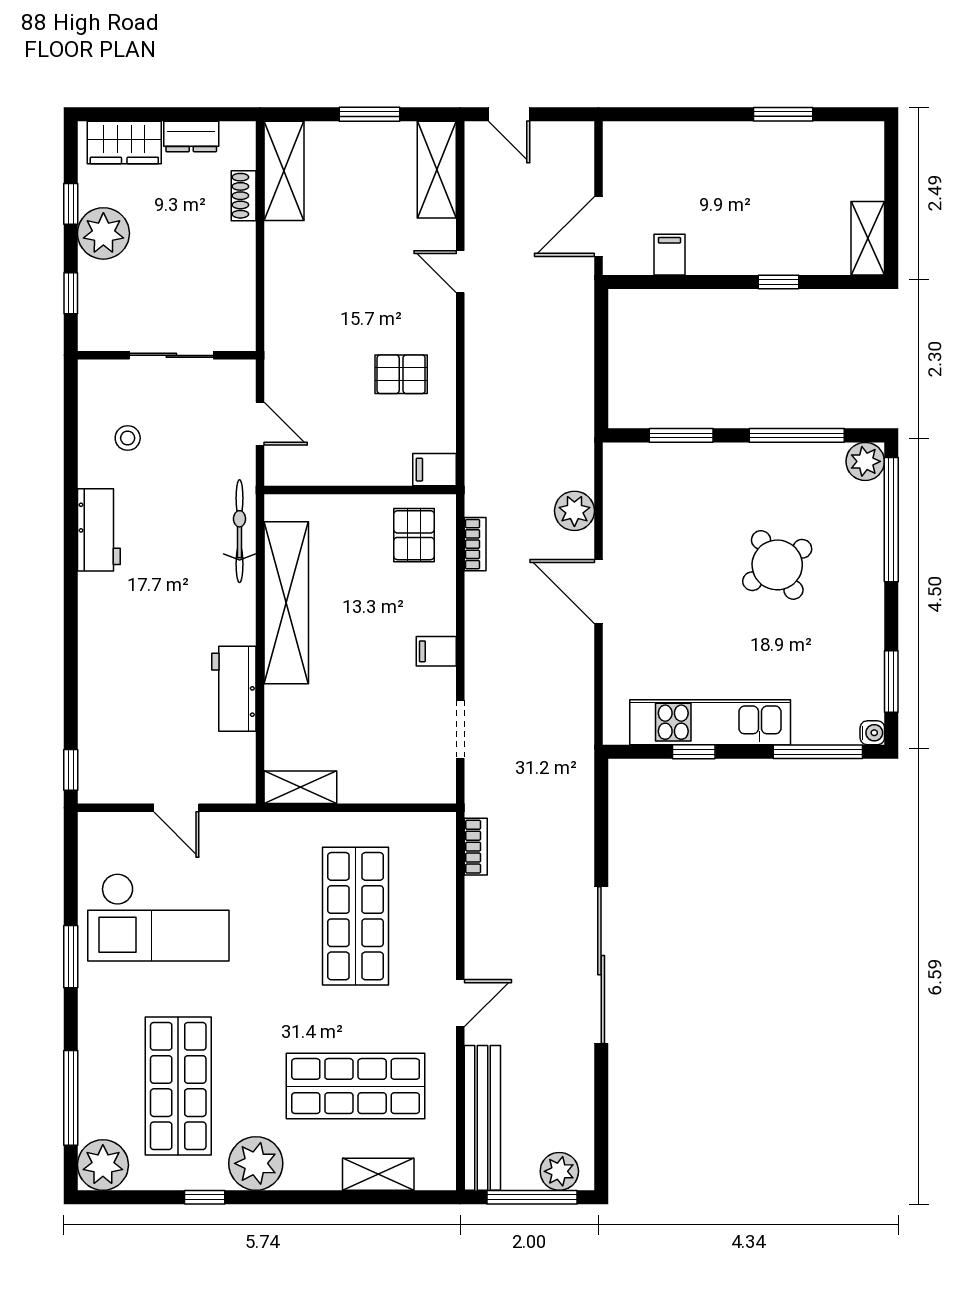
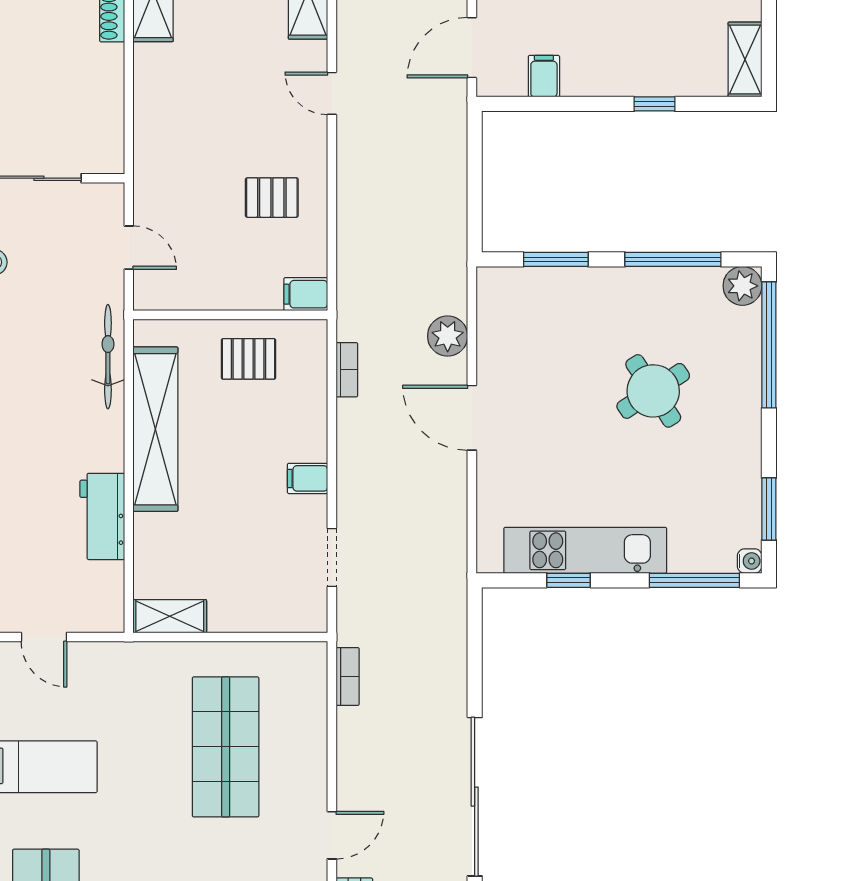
pallet: (414, 535) -> (248, 359), moved, turned 90

